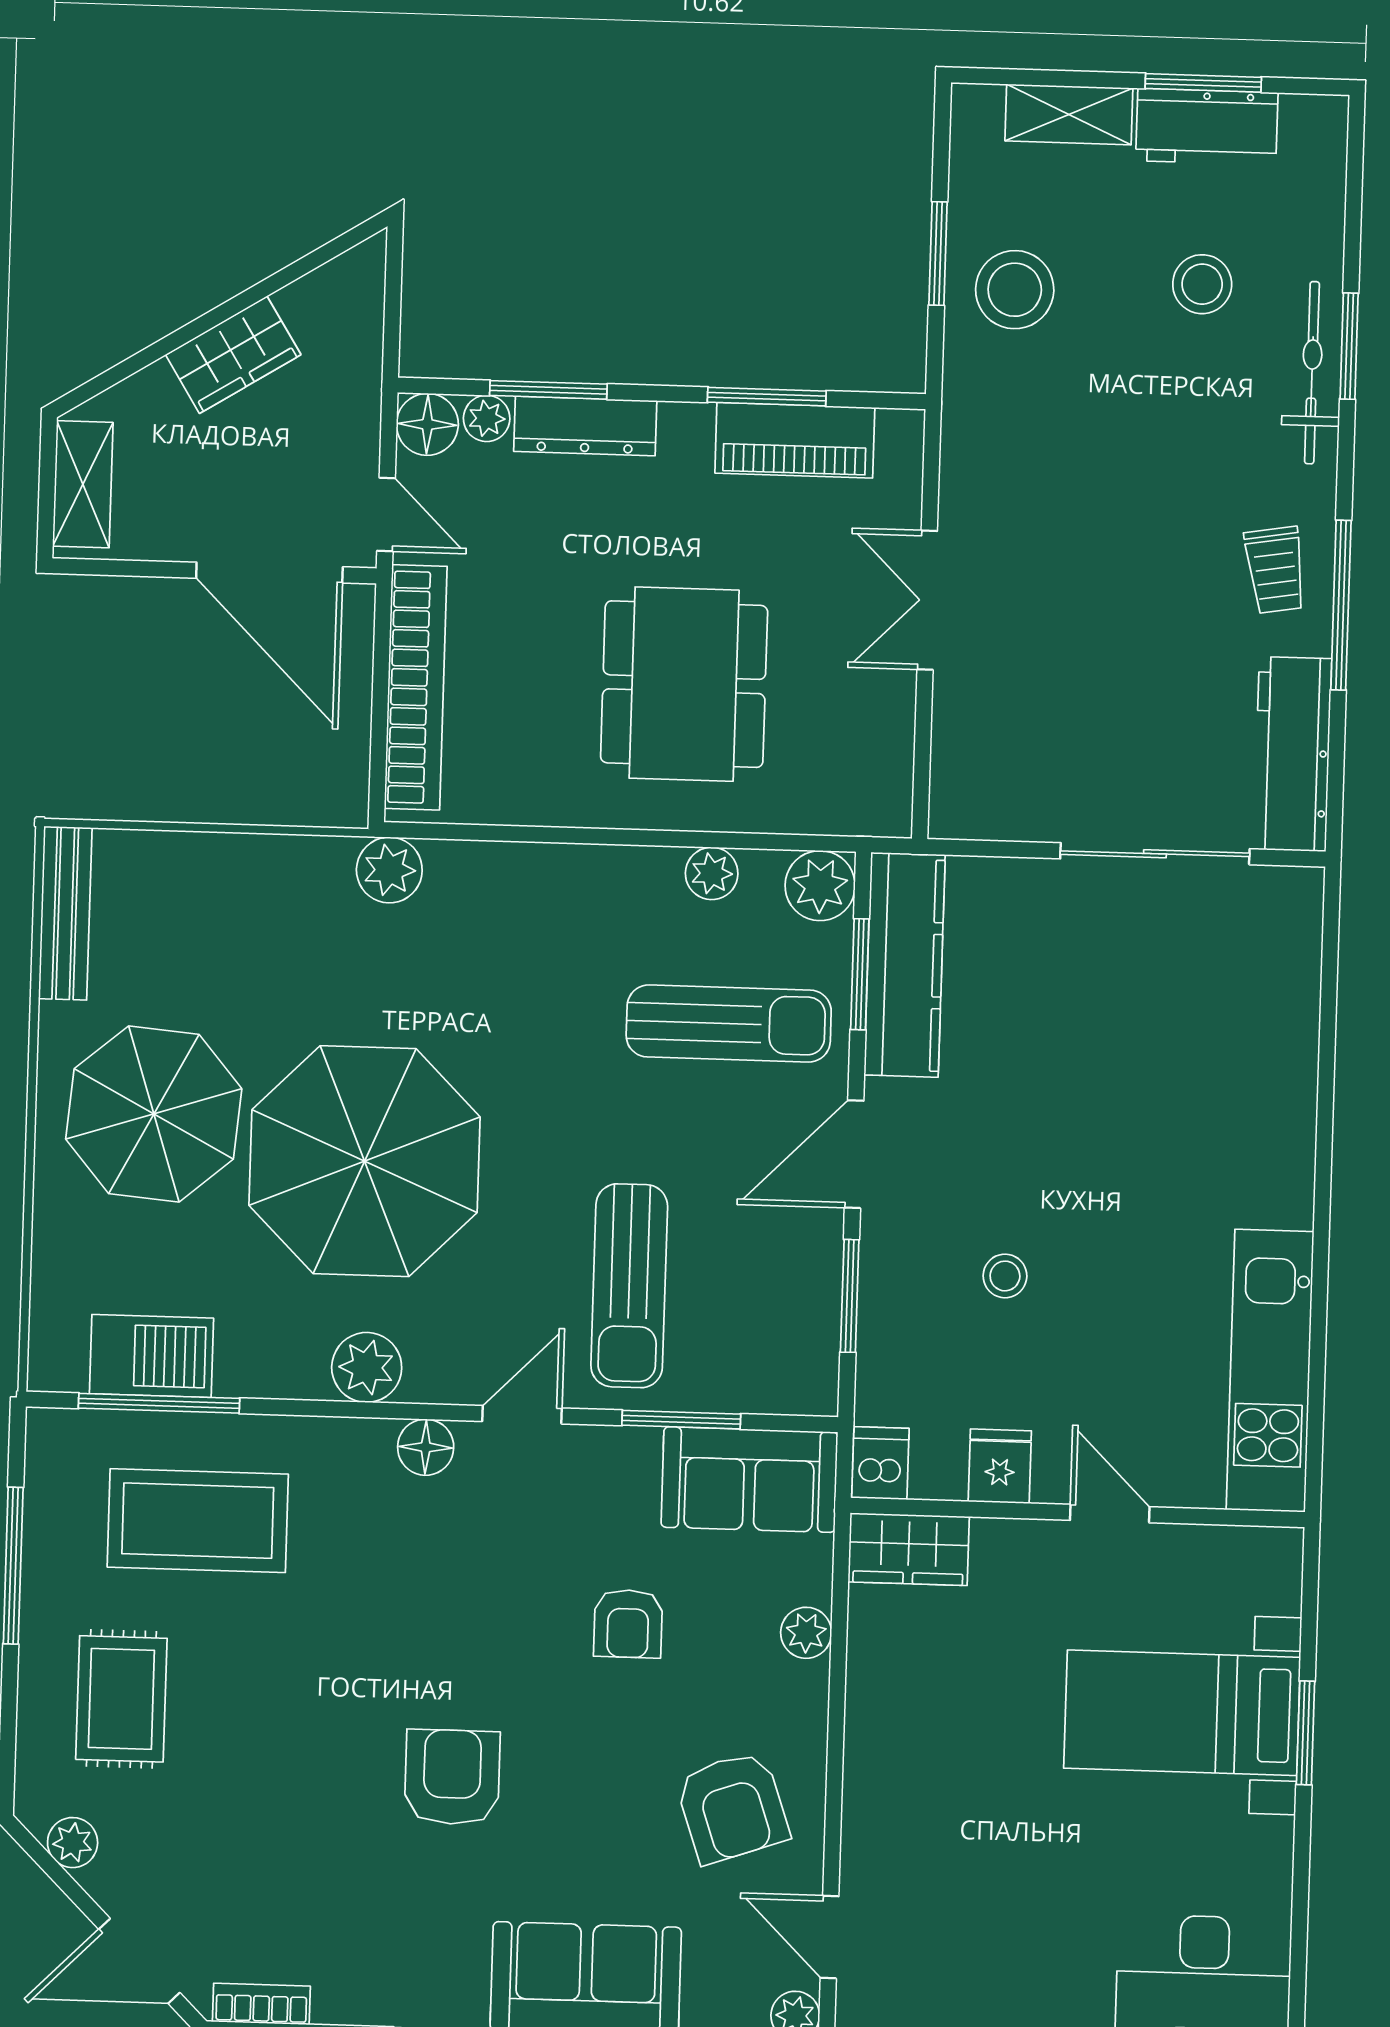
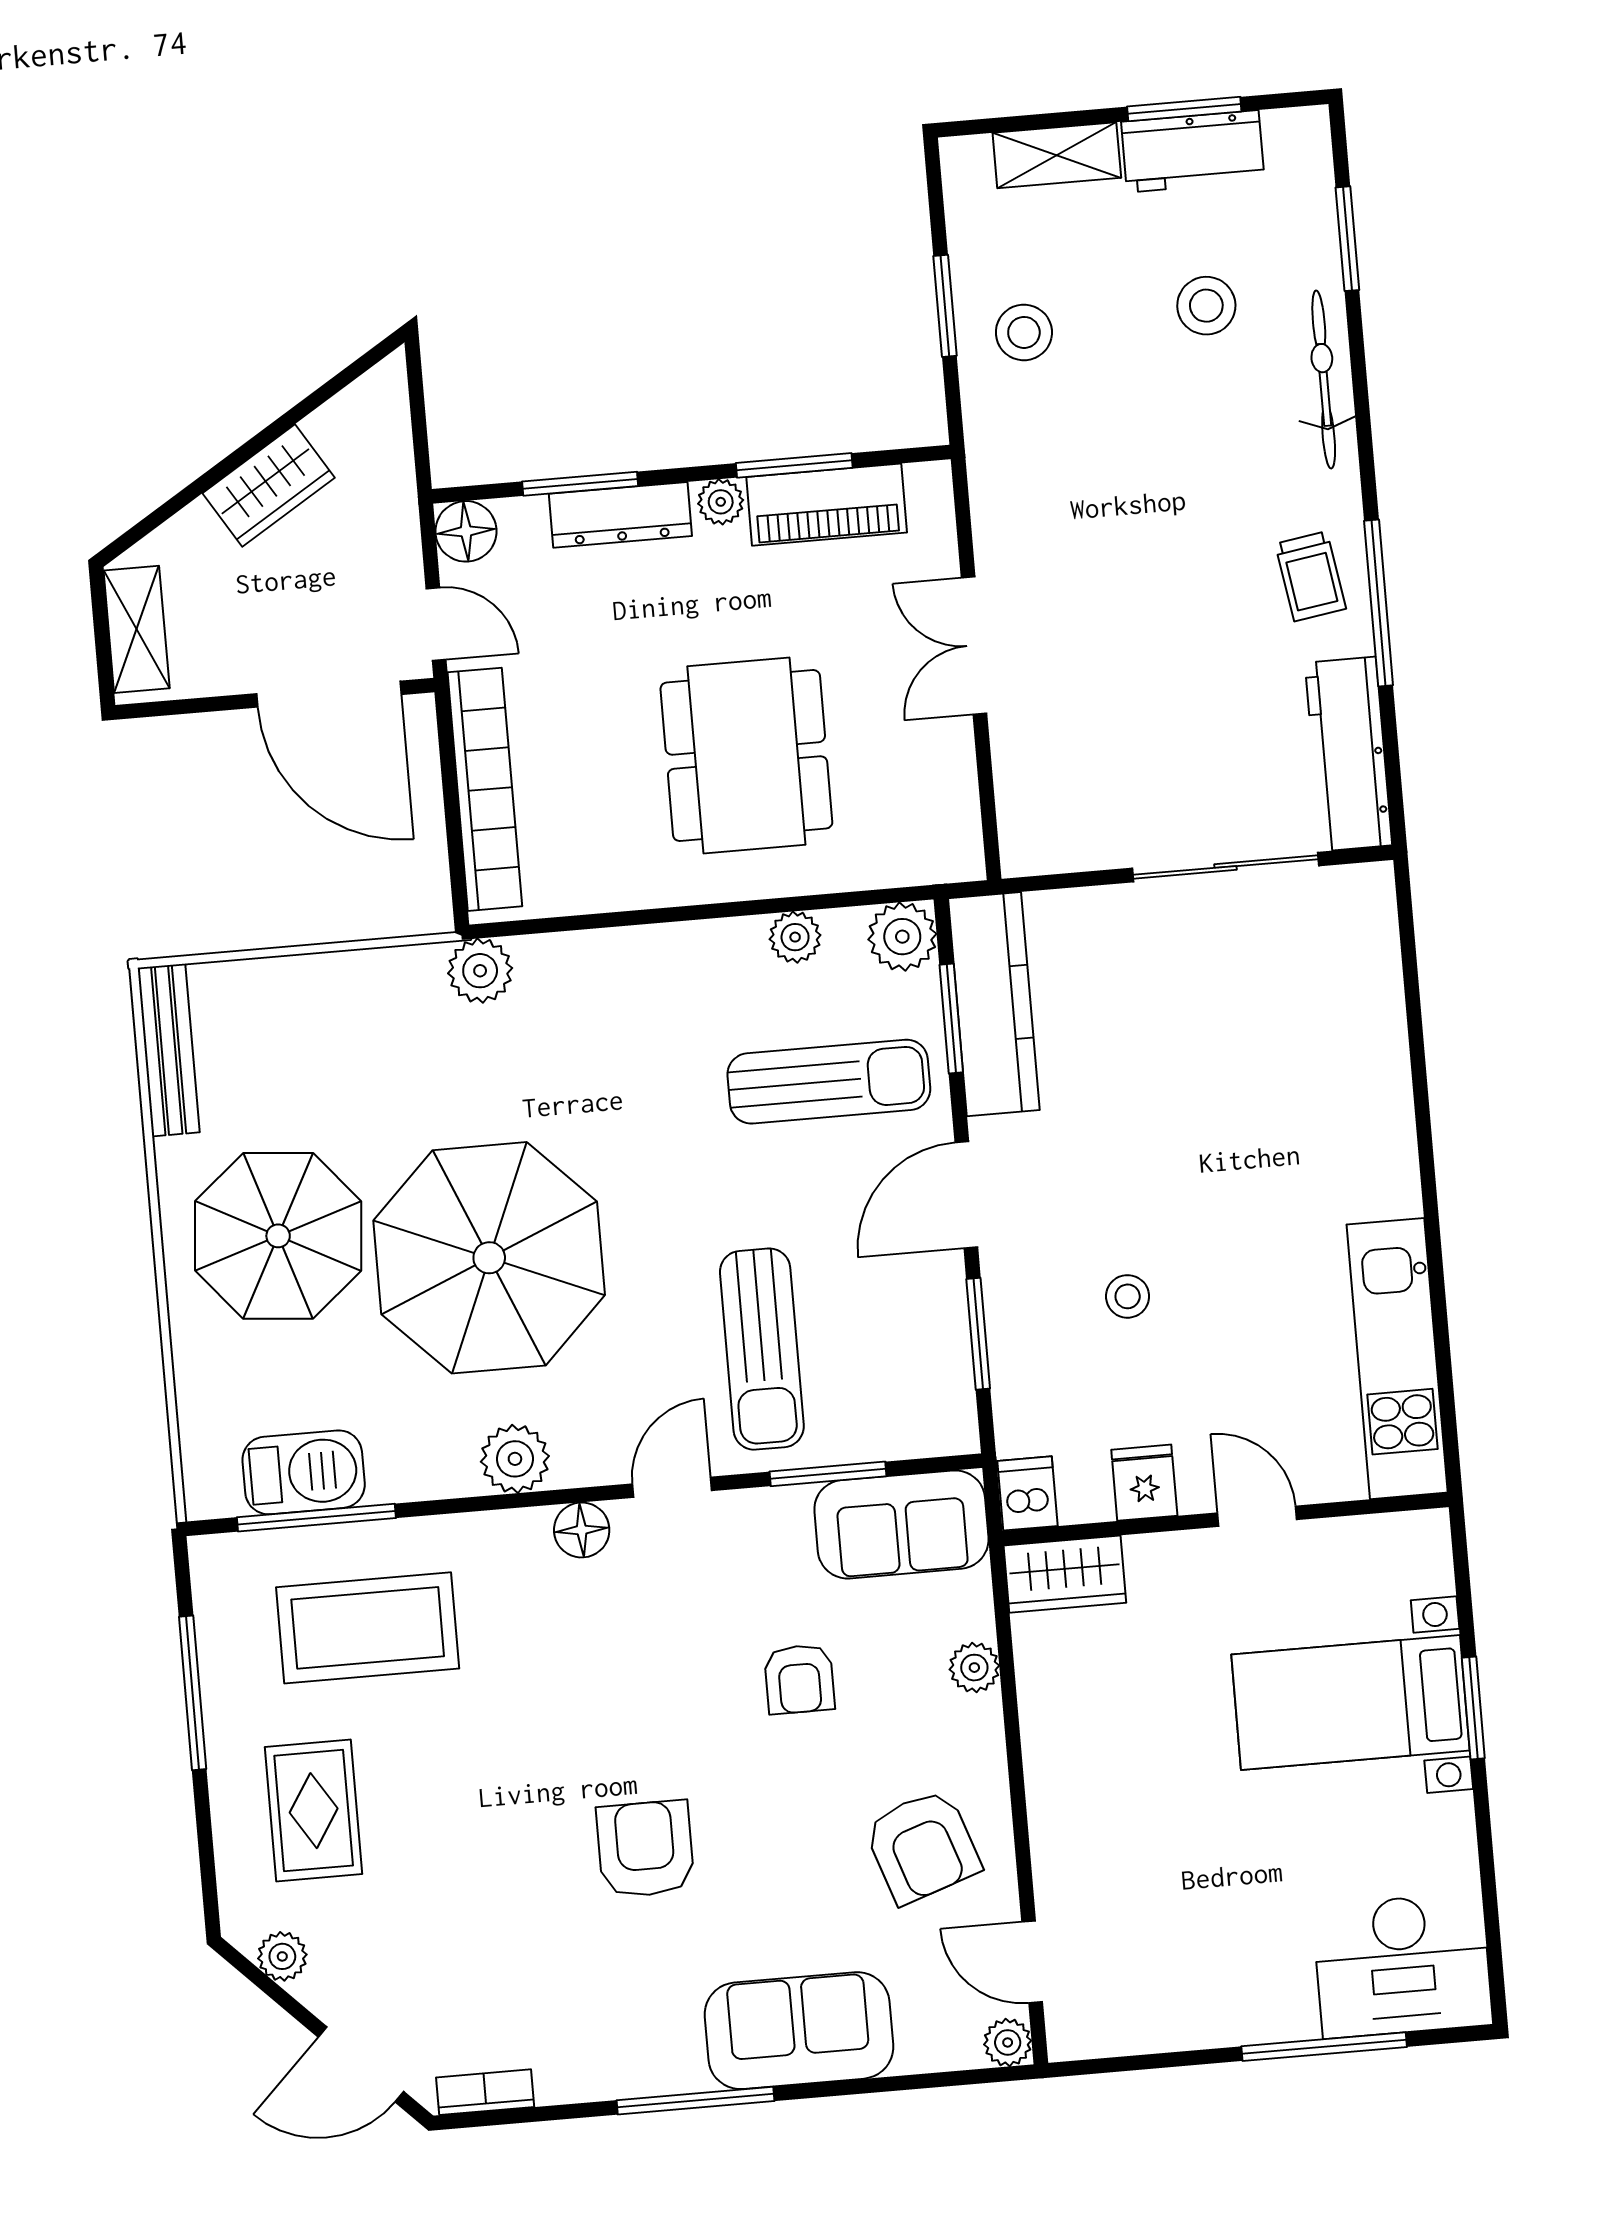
stool: (1015, 290) -> (1024, 332), width x0.73, depth x0.73
window: (1349, 346) -> (1347, 239), moved
plant: (487, 418) -> (721, 502), moved

